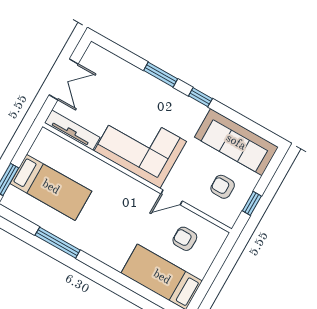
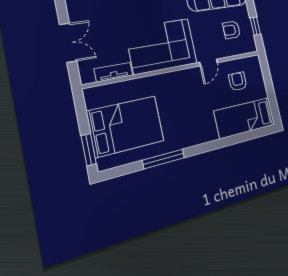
tv unit: (72, 130) -> (114, 72), width x0.71
bed: (51, 187) -> (126, 126), width x1.50
armchair: (185, 239) -> (238, 81), turned 90

